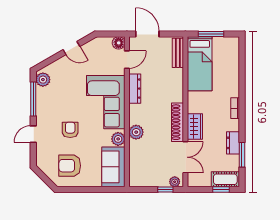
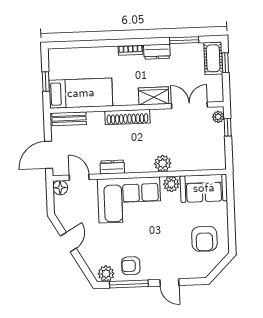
window: (211, 34) -> (46, 81), width x0.67
dresser: (135, 89) -> (112, 167), width x0.70
shoe rack: (178, 122) -> (127, 117), moved
armchair: (70, 130) -> (131, 266), moved
dresser: (233, 143) -> (157, 52), moved

